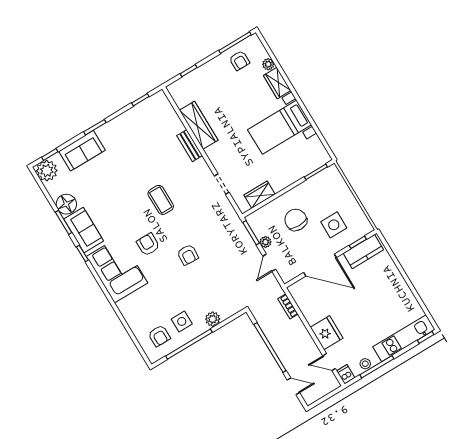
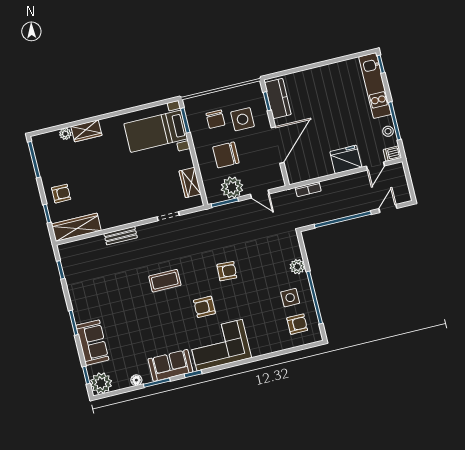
armchair: (239, 60) -> (61, 194), moved
wardrobe: (199, 125) -> (76, 227), moved
bed with nightstands: (280, 127) -> (156, 131), moved, turned 90
chair: (326, 200) -> (215, 119), added
floor lamp: (66, 204) -> (136, 380), width x0.53, depth x0.53
plant: (265, 242) -> (232, 187), width x1.88, depth x1.88

